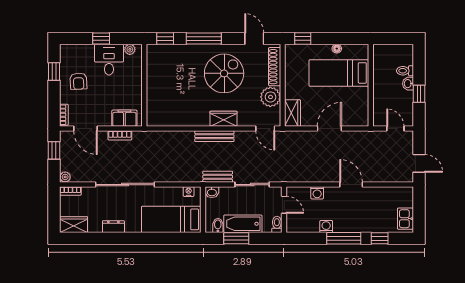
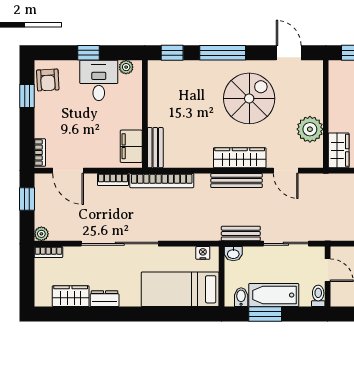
shoe rack: (275, 67) -> (315, 90), removed
armchair: (78, 81) -> (48, 80), moved
bench: (152, 111) -> (155, 148), added
filing cabinet: (124, 118) -> (131, 146), moved, turned -90
wardrobe: (223, 119) -> (240, 158), width x1.50
door: (265, 129) -> (286, 171), moved
bookcase: (157, 136) -> (162, 181), added
wardrobe: (74, 225) -> (71, 296), moved

